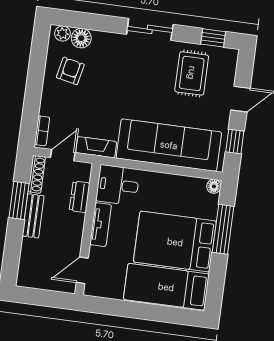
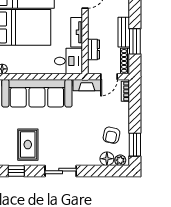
window: (39, 53) -> (135, 145), added

